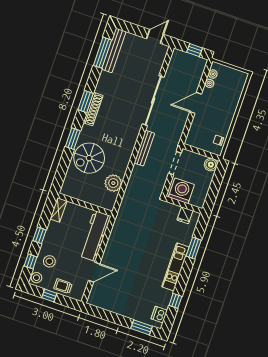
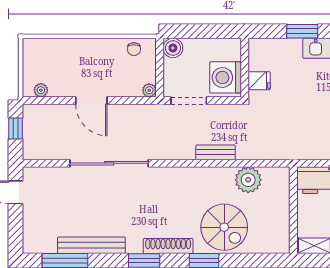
bench: (114, 50) -> (91, 245), moved
plant: (210, 83) -> (149, 90), moved
shoe rack: (93, 109) -> (168, 246), moved
bench: (144, 148) -> (215, 152), moved, width x0.73
fridge: (185, 215) -> (259, 81), moved

